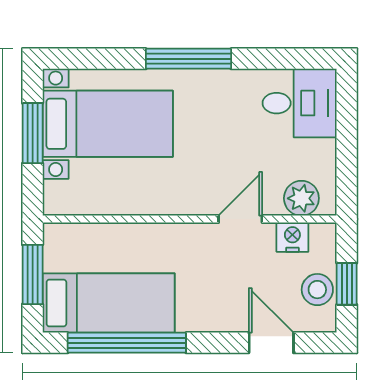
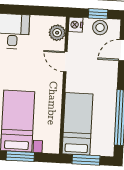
nightstand: (292, 237) -> (76, 25), moved
bed: (109, 303) -> (78, 124), moved

